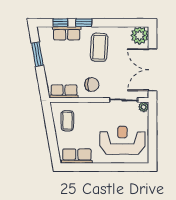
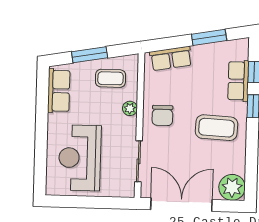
row of seats: (64, 91) -> (171, 58), moved, turned 80
plant: (144, 107) -> (130, 108), moved
window: (52, 136) -> (90, 55), added
reception desk: (122, 140) -> (80, 158), turned 180

